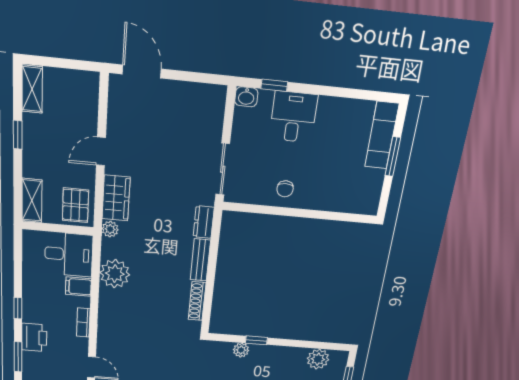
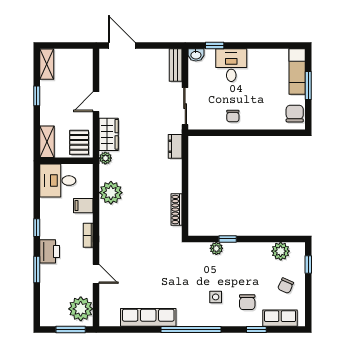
chair: (367, 193) -> (295, 114), added
desk: (69, 255) -> (58, 181), moved, turned 180
bench: (200, 260) -> (176, 65), moved

